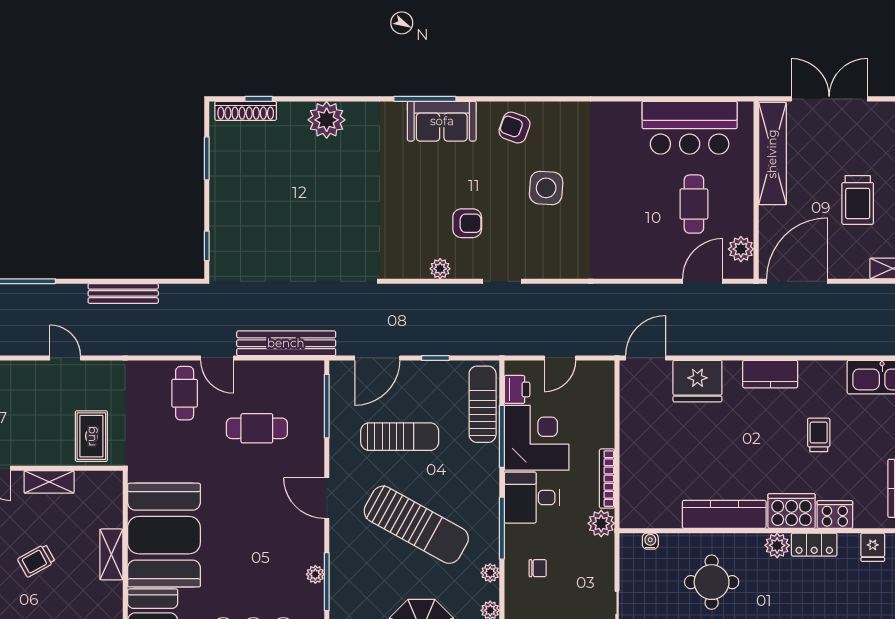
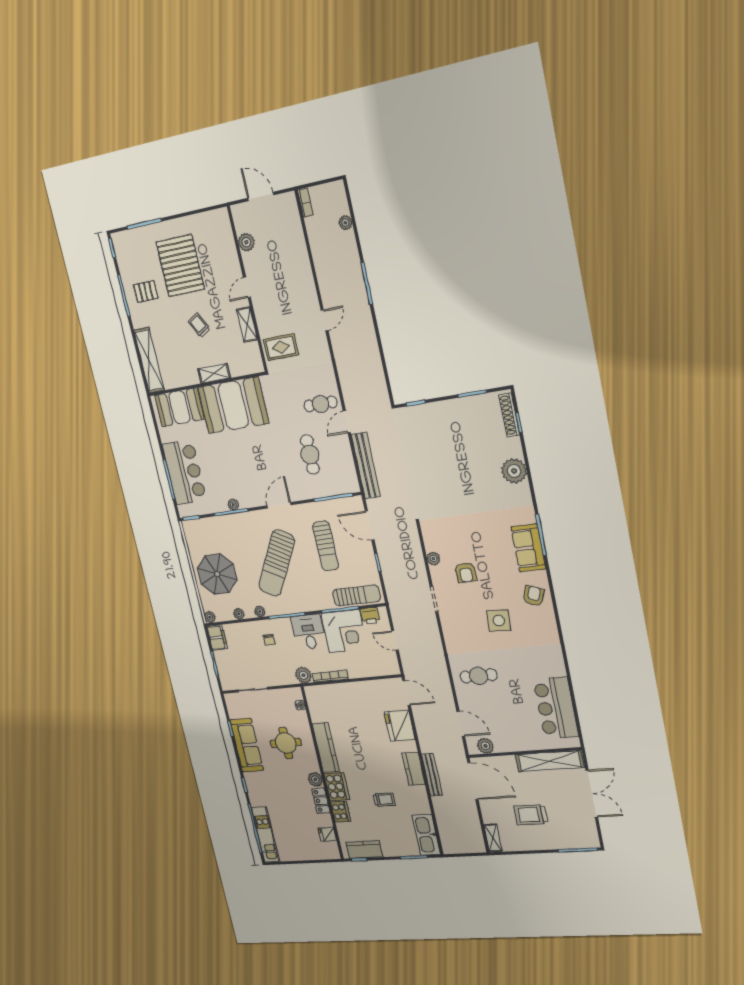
cafe table: (694, 204) -> (479, 676), moved
bench: (123, 293) -> (432, 775), moved

